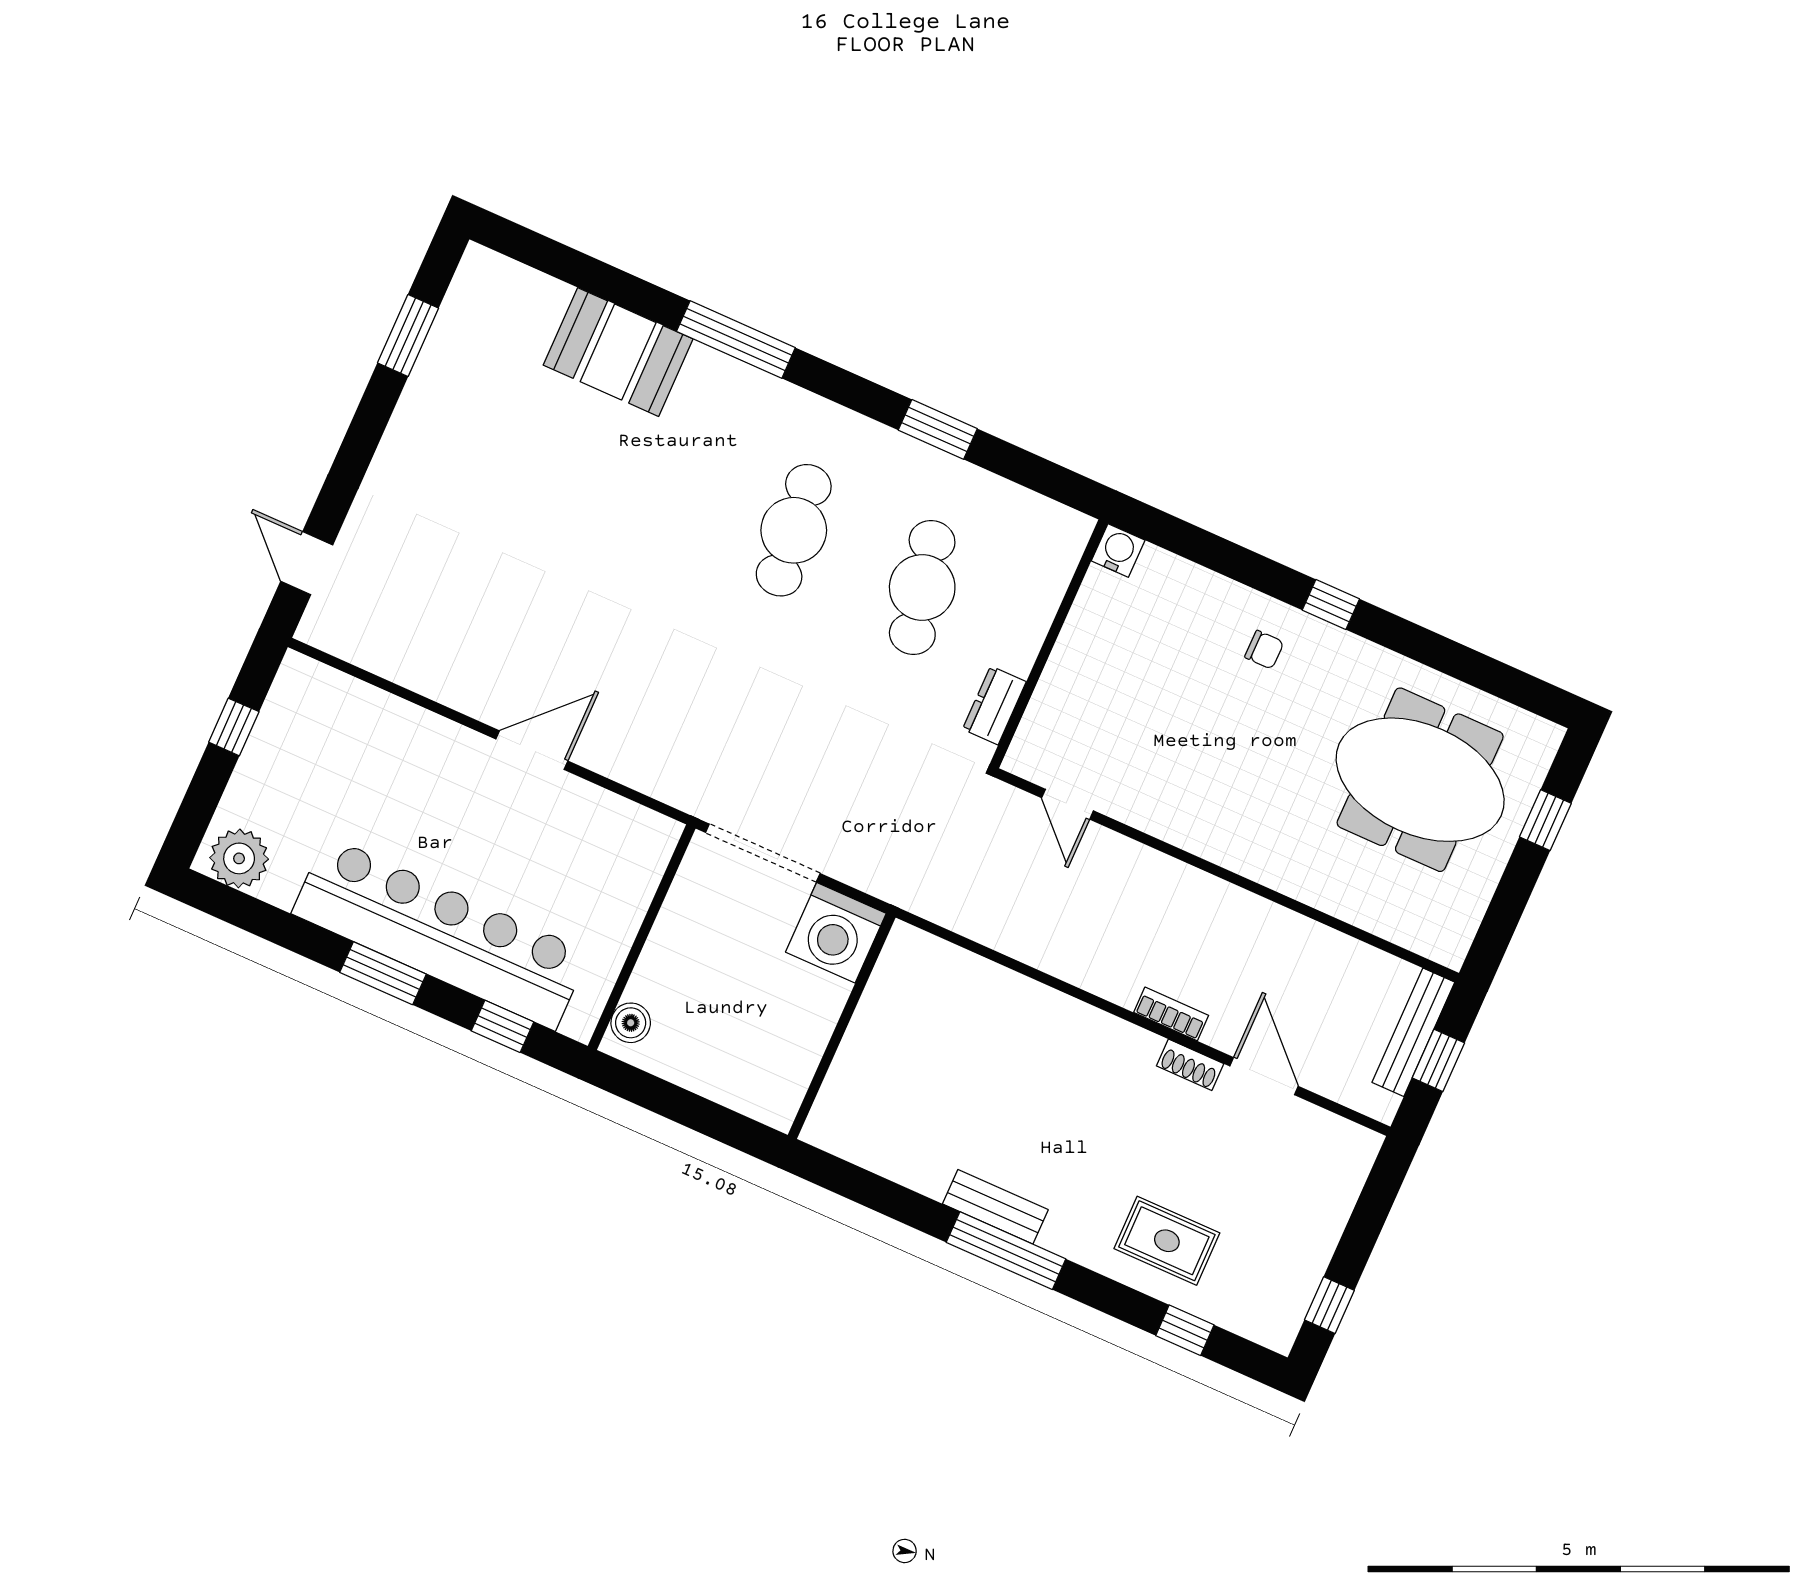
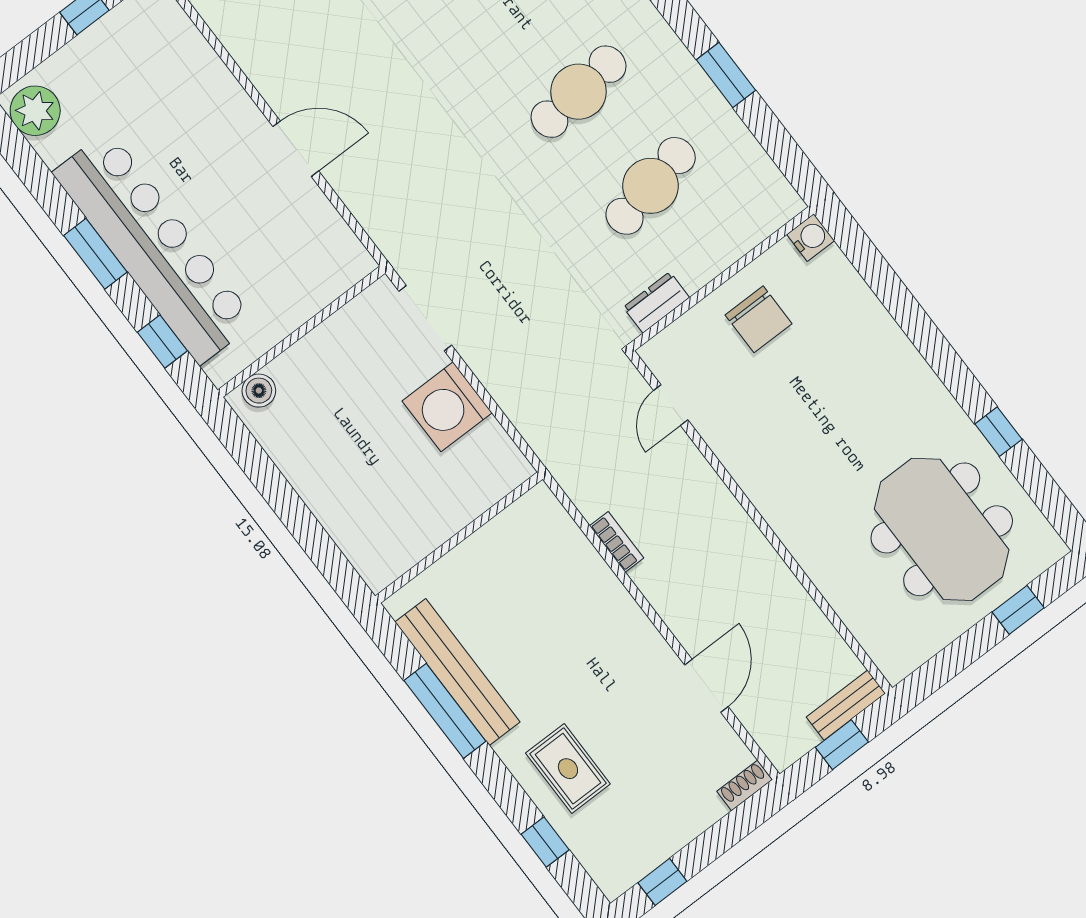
window: (1331, 604) -> (998, 432), moved
chair: (1264, 650) -> (759, 319), moved, width x1.87, depth x1.87
doorway: (763, 853) -> (425, 318), width x0.73
bookcase: (1171, 1014) -> (617, 542), moved
wall: (842, 1026) -> (459, 538), moved
bench: (1413, 1032) -> (846, 705), width x0.73
shoe rack: (1190, 1065) -> (745, 786), moved, turned 90
bench: (995, 1207) -> (457, 672), width x1.86, depth x1.21

